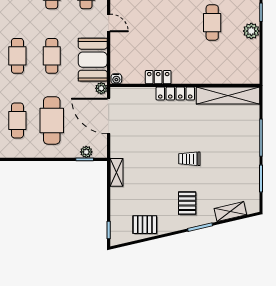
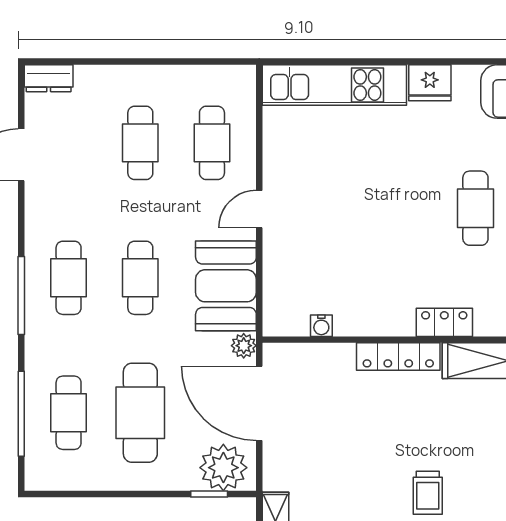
door: (109, 23) -> (259, 209), swing flipped
locker: (158, 77) -> (444, 322), moved
water cooler: (116, 79) -> (321, 326), moved
plant: (86, 152) -> (223, 468), width x1.87, depth x1.87
trolley: (189, 159) -> (428, 493), turned -90

